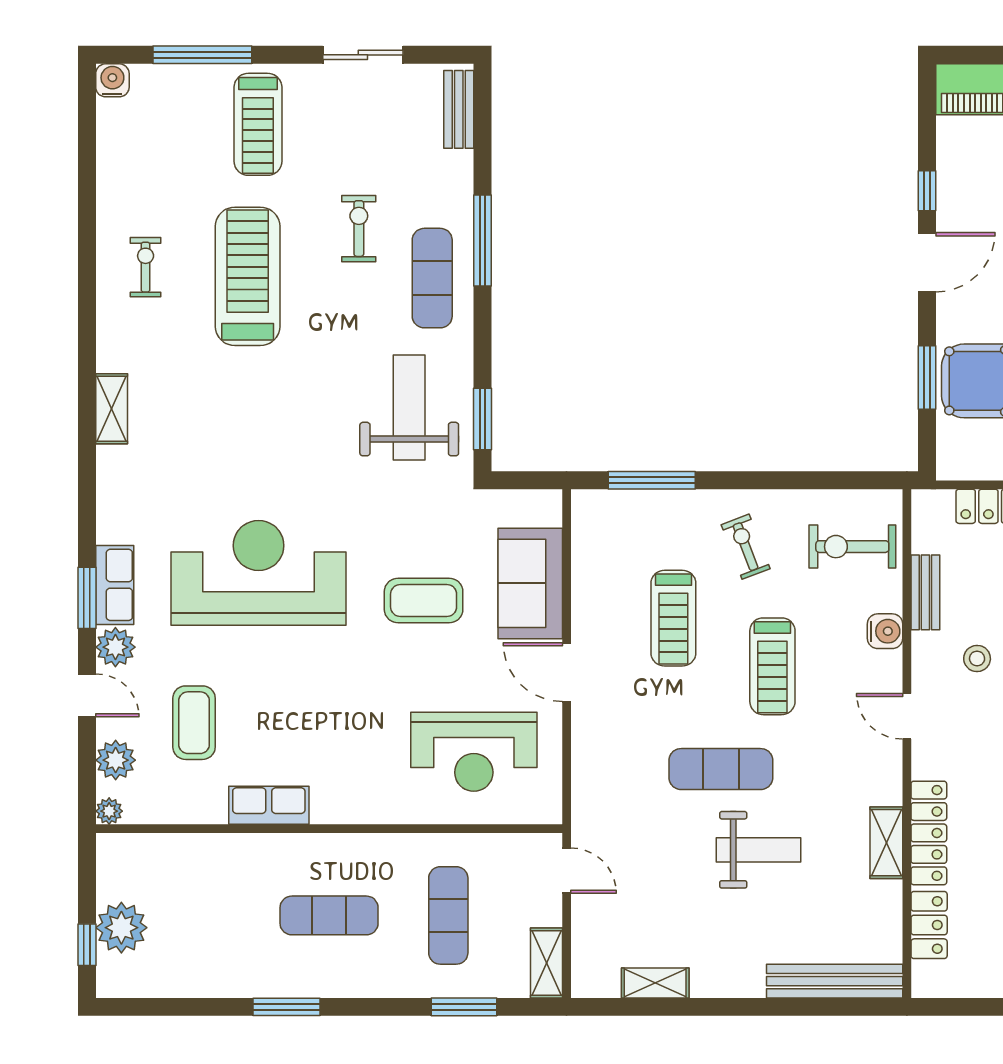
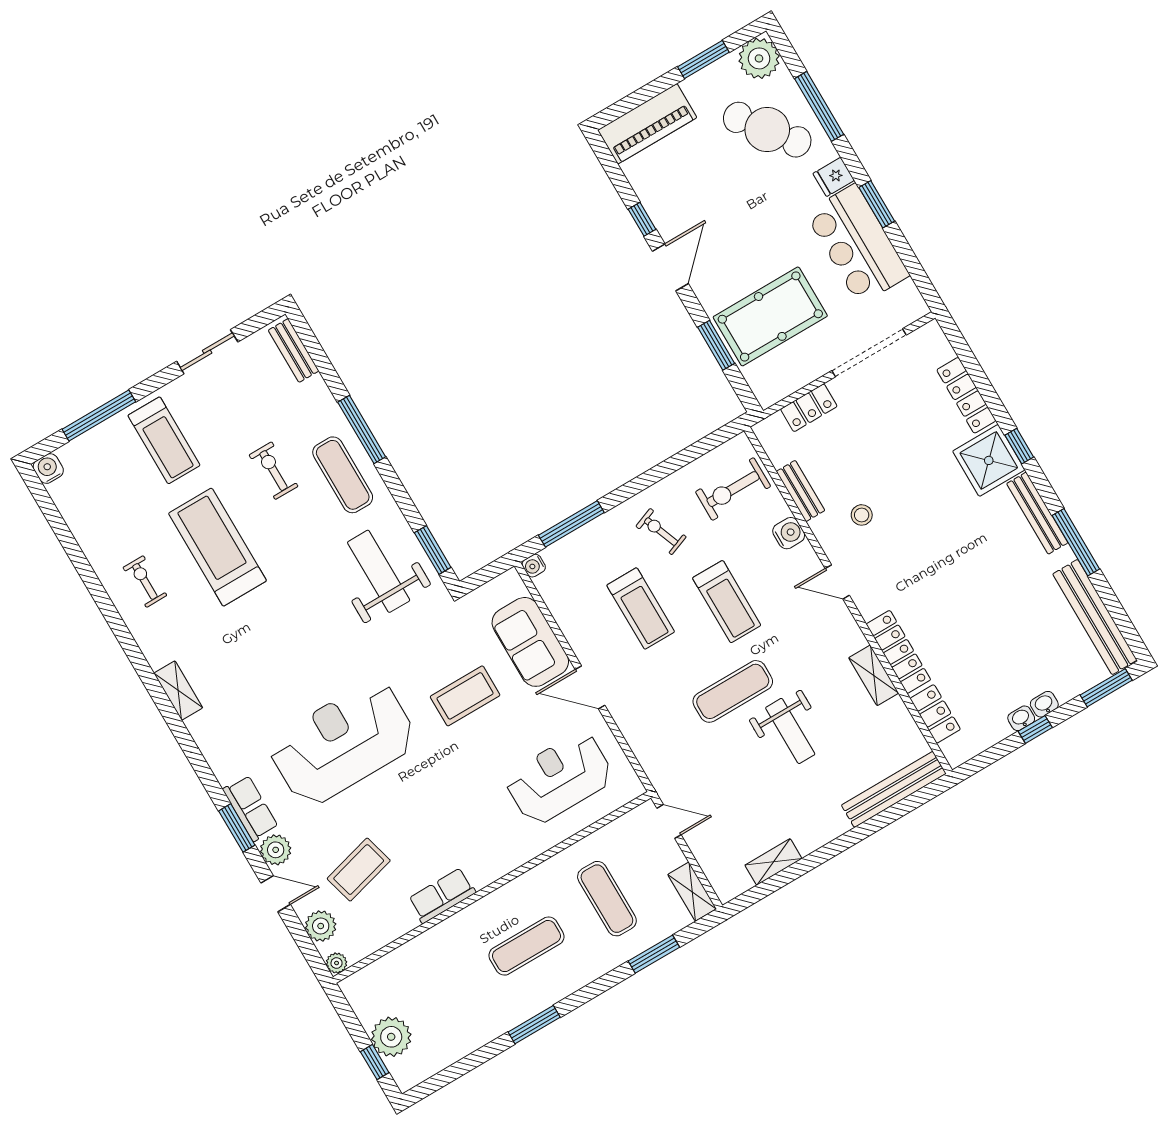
water cooler: (584, 502) -> (534, 566), added
coffee table: (194, 723) -> (359, 870), turned 75
reception desk: (474, 752) -> (559, 778), turned 180
weight bench: (759, 850) -> (790, 731), turned 90

